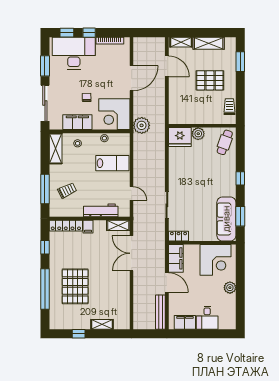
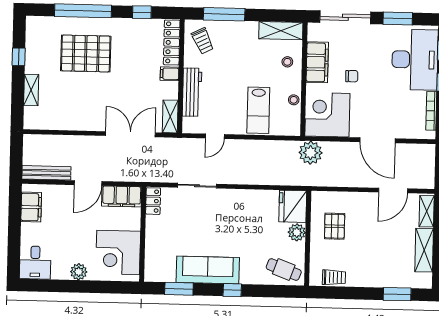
pallet: (210, 80) -> (335, 226), moved, width x0.67, depth x0.71
trolley: (67, 190) -> (203, 41), moved
sofa: (226, 219) -> (208, 270), moved
desk: (207, 318) -> (35, 263), moved, turned -90

